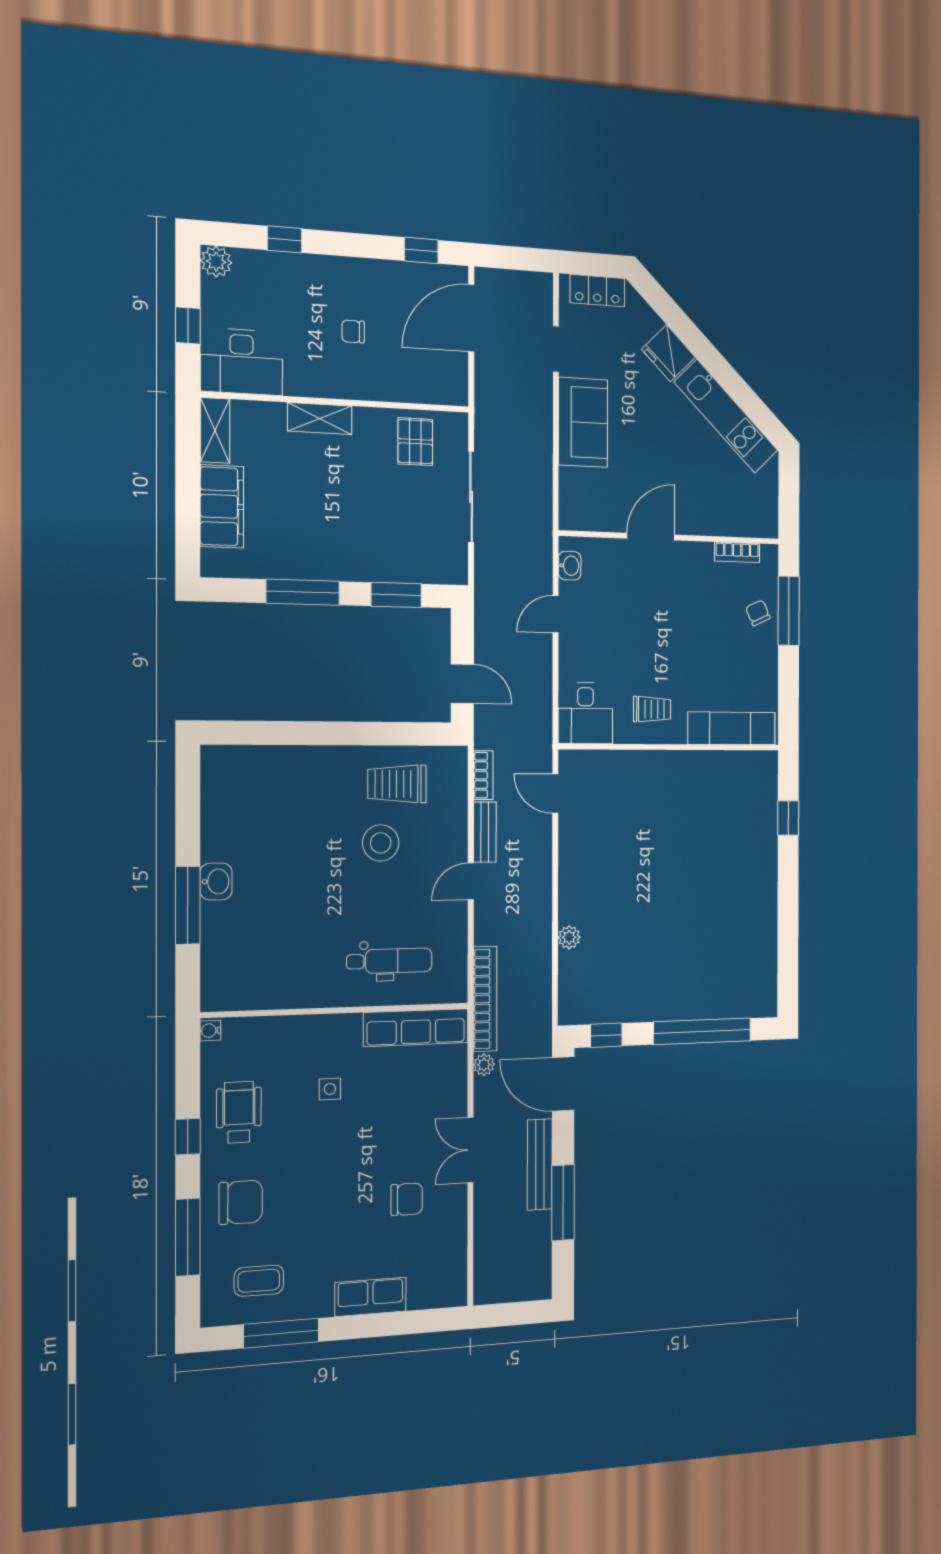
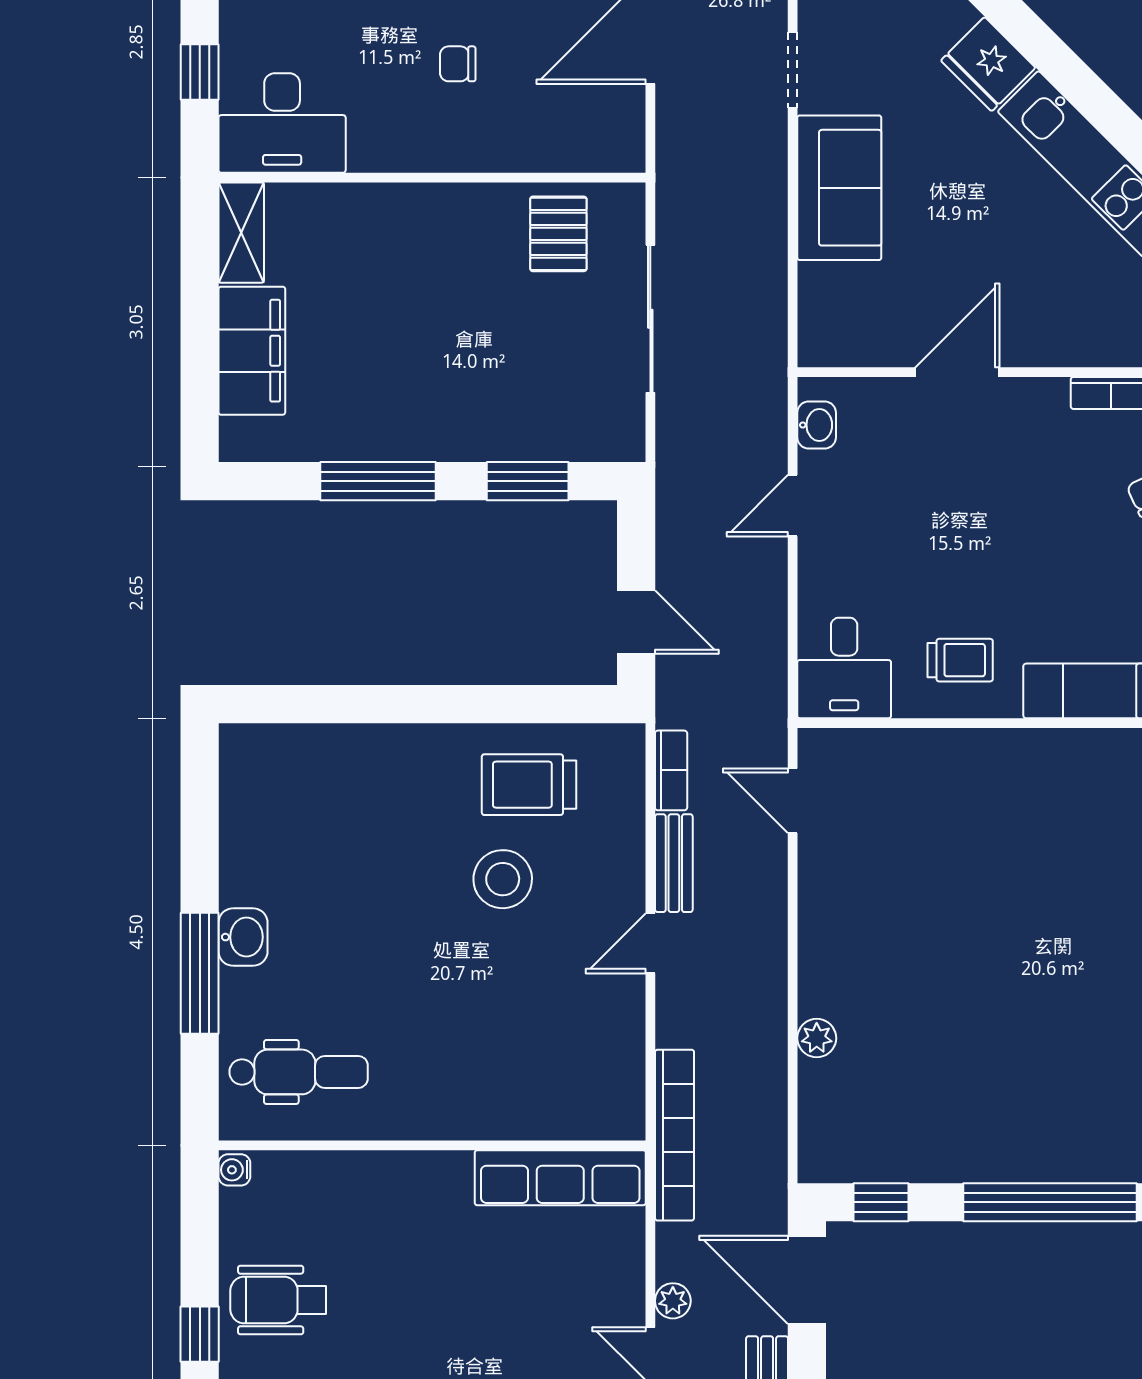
shelving: (320, 419) -> (405, 205), removed
dental chair: (389, 961) -> (299, 1072), moved
plant: (484, 1065) -> (673, 1301), moved
side table: (330, 1089) -> (421, 1270), removed
wheelchair: (239, 1112) -> (278, 1300), turned -90

